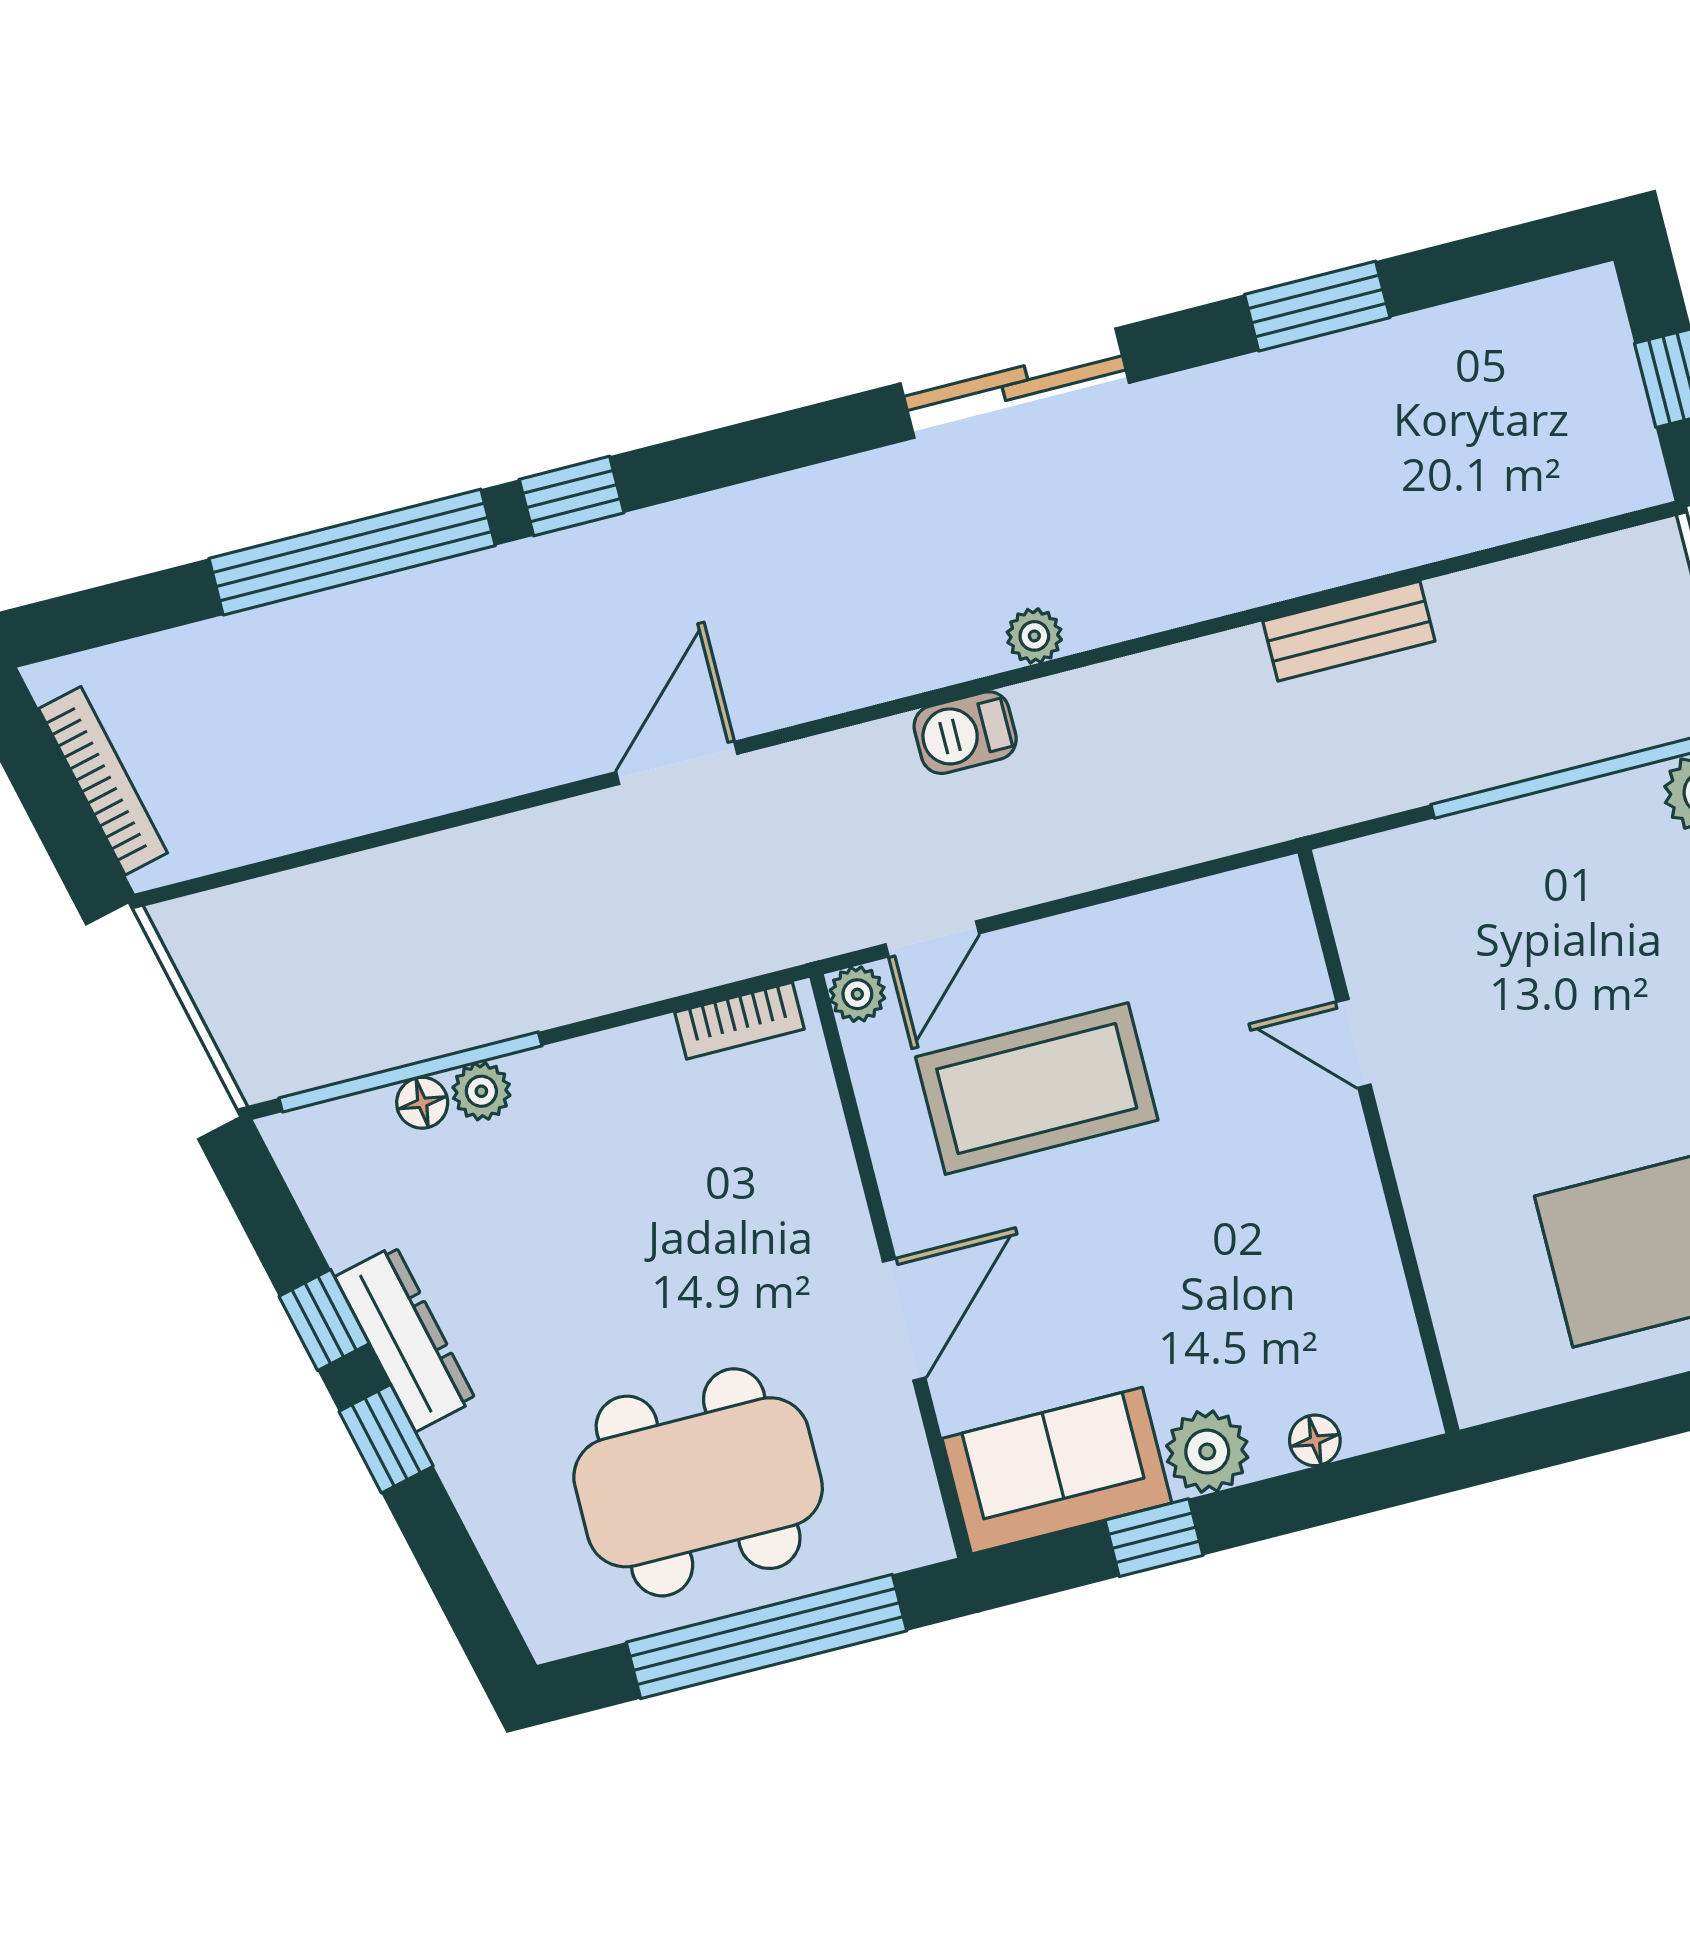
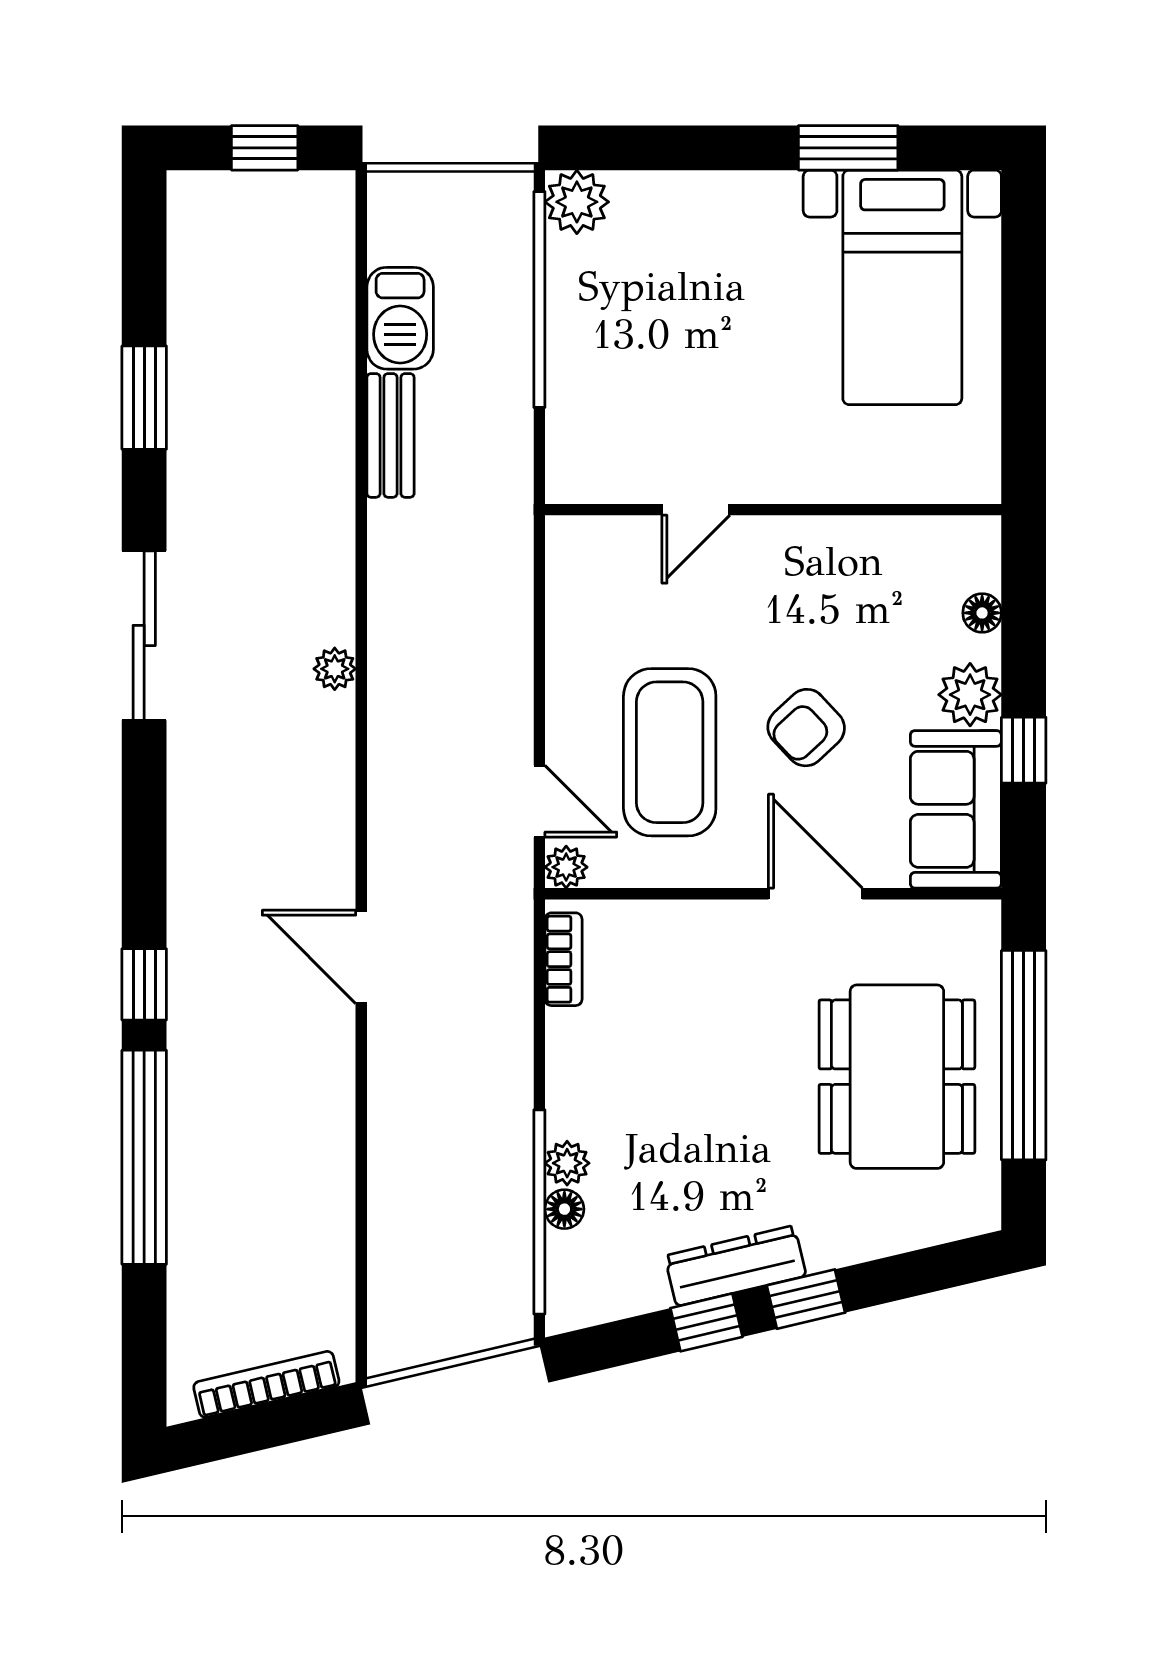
barbecue: (965, 733) -> (400, 318), moved, width x1.38, depth x1.27
armchair: (1112, 1254) -> (806, 728), added

